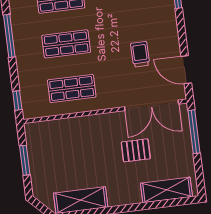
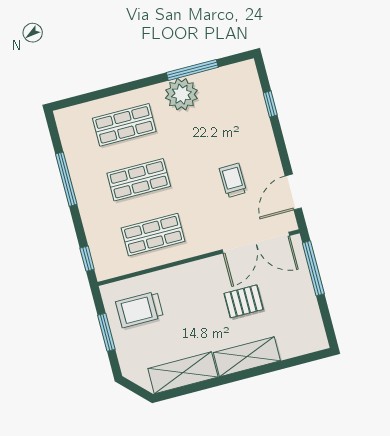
door: (186, 70) -> (293, 192), hinge flipped
trolley: (53, 146) -> (140, 310), added
shelving: (166, 190) -> (247, 357), moved

